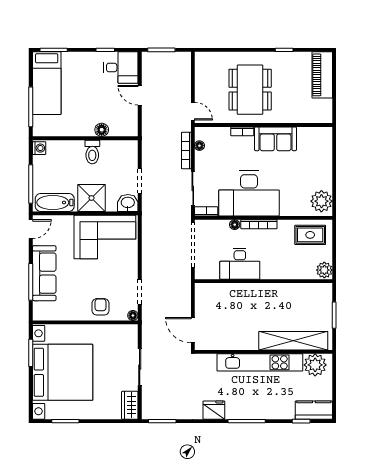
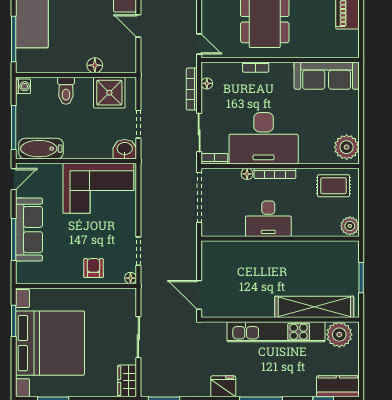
sofa: (276, 139) -> (327, 76), moved, width x1.36
toilet: (92, 152) -> (66, 91), moved
shower: (91, 198) -> (109, 93), moved
desk: (240, 264) -> (268, 219), moved

